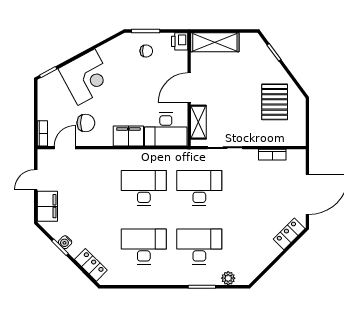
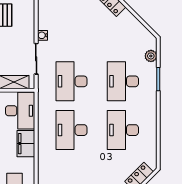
water cooler: (252, 155) -> (43, 35), added
bookcase: (272, 155) -> (42, 17), removed

